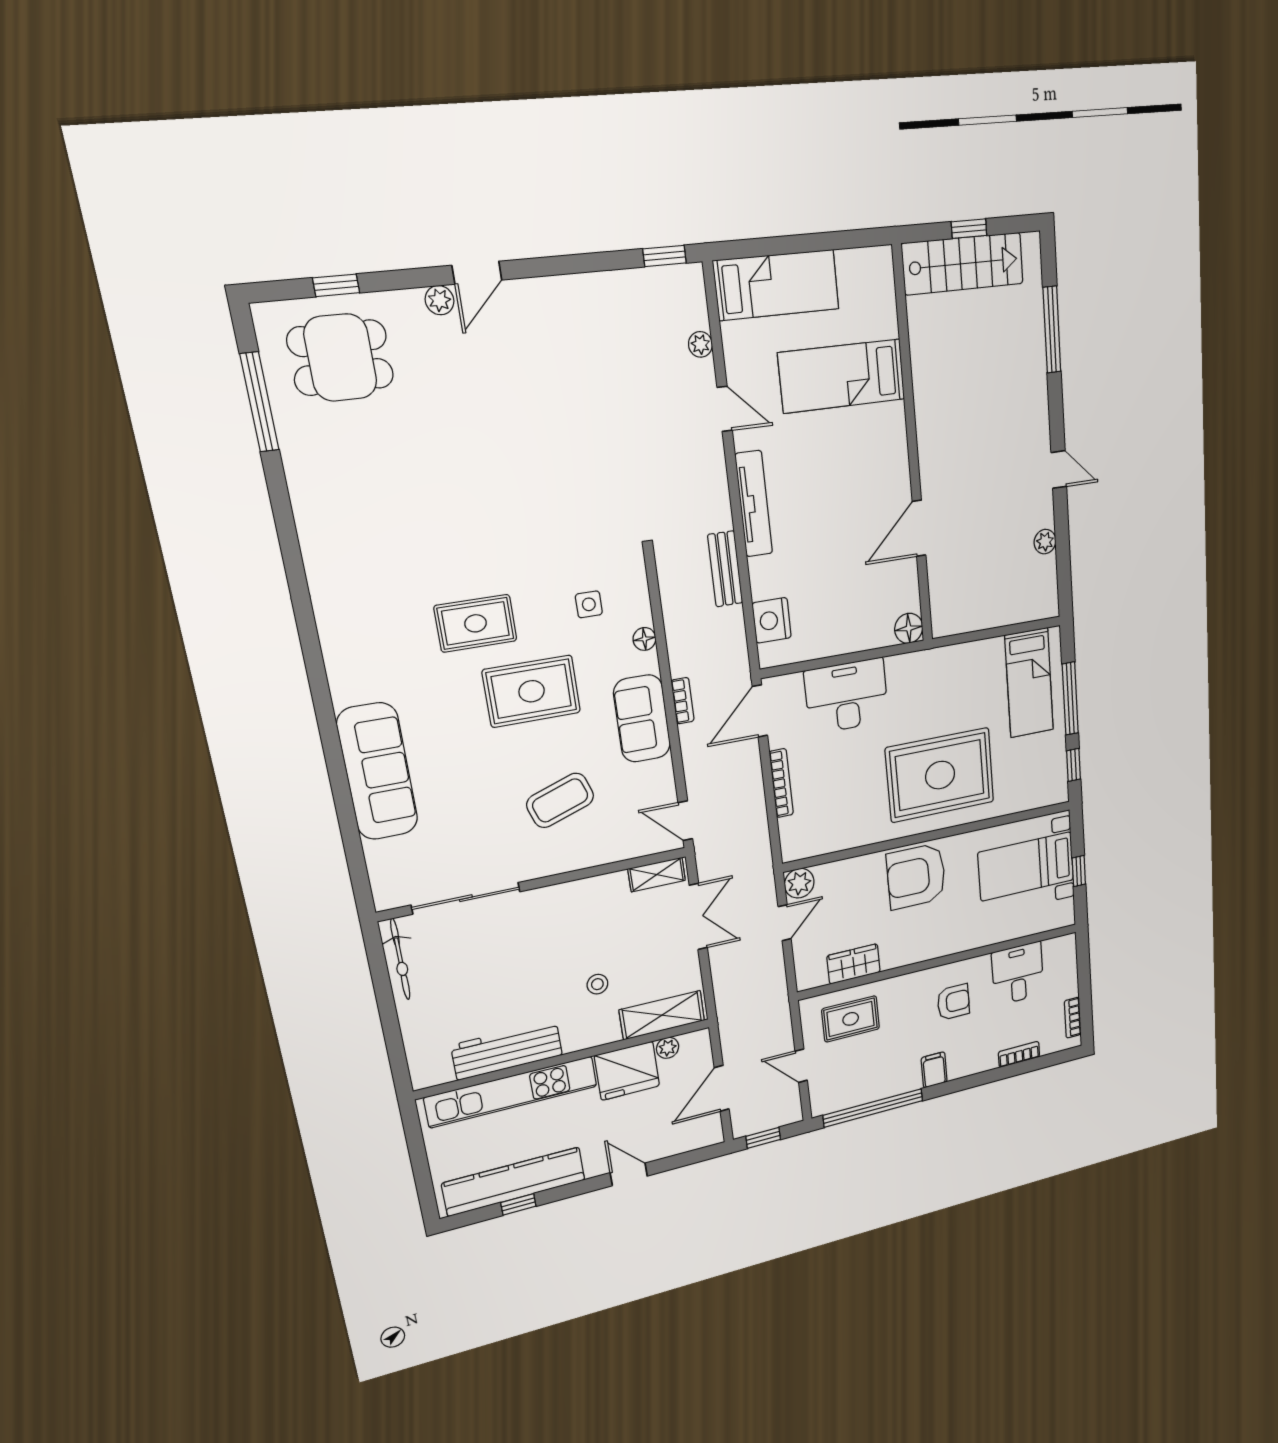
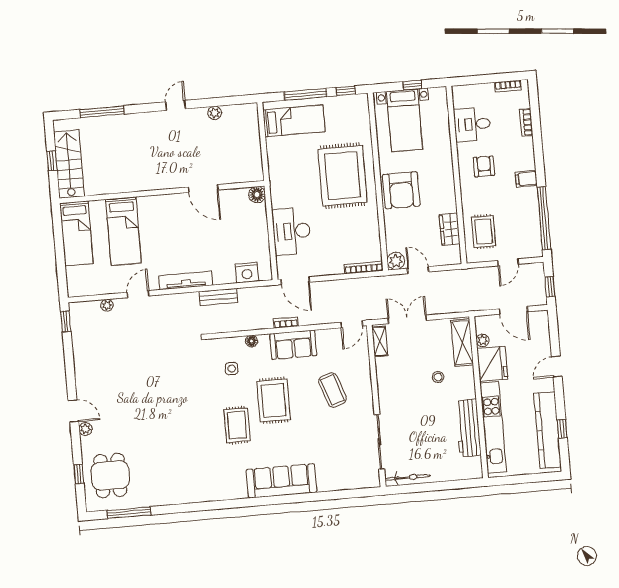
bed: (776, 285) -> (76, 233), moved, turned 180
sofa: (377, 772) -> (281, 481), moved
bookcase: (781, 783) -> (364, 267), moved

